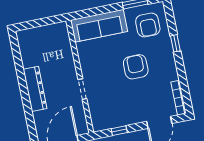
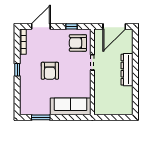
armchair: (148, 25) -> (78, 43), moved, turned -90
window: (175, 43) -> (17, 70), moved

